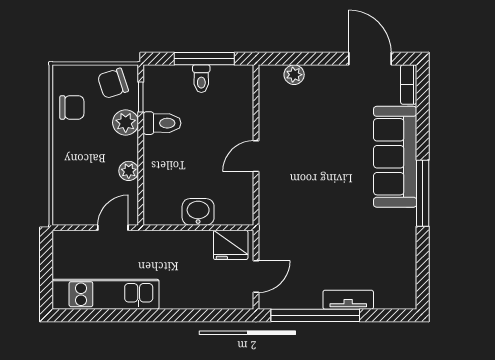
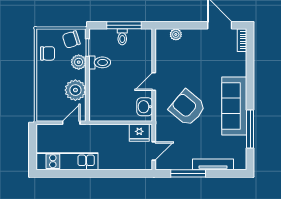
sofa: (395, 157) -> (234, 106), moved
plant: (129, 171) -> (75, 90), width x1.87, depth x1.87
window: (423, 193) -> (250, 129), moved
armchair: (314, 202) -> (187, 108), added
washbasin: (198, 212) -> (145, 107), moved, turned -90
tv unit: (348, 300) -> (213, 164), width x1.41
window: (315, 315) -> (188, 173), width x0.68

